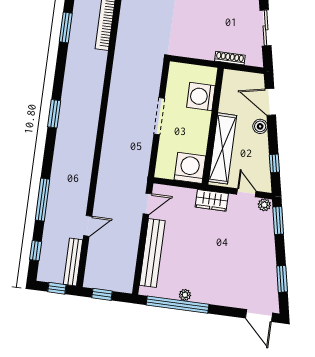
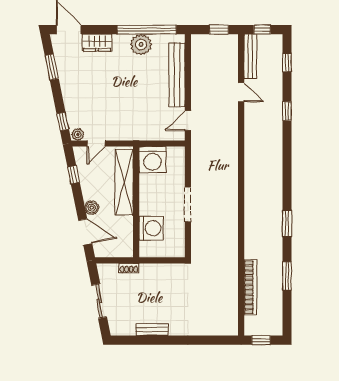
shoe rack: (230, 58) -> (129, 268), width x0.70
window: (54, 114) -> (287, 224), moved
door: (246, 193) -> (96, 143), hinge flipped
window: (42, 200) -> (287, 111), width x0.46
wardrobe: (212, 200) -> (97, 43), moved, turned 180
window: (278, 220) -> (63, 121), width x0.67
door: (88, 226) -> (241, 92), swing flipped
plant: (185, 295) -> (141, 45), width x1.88, depth x1.88

